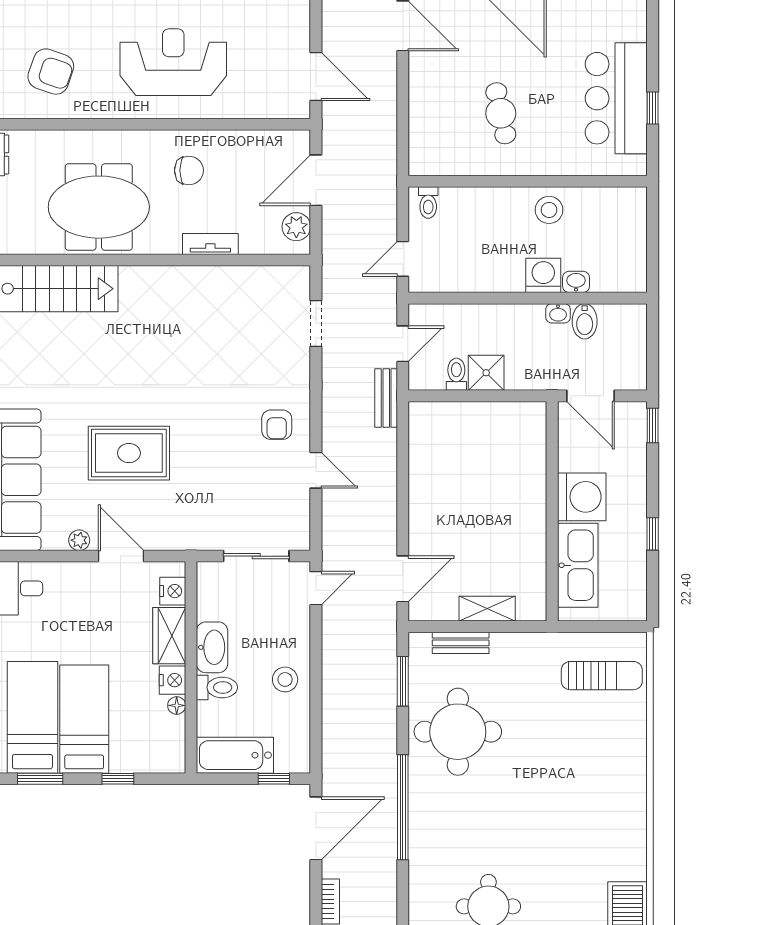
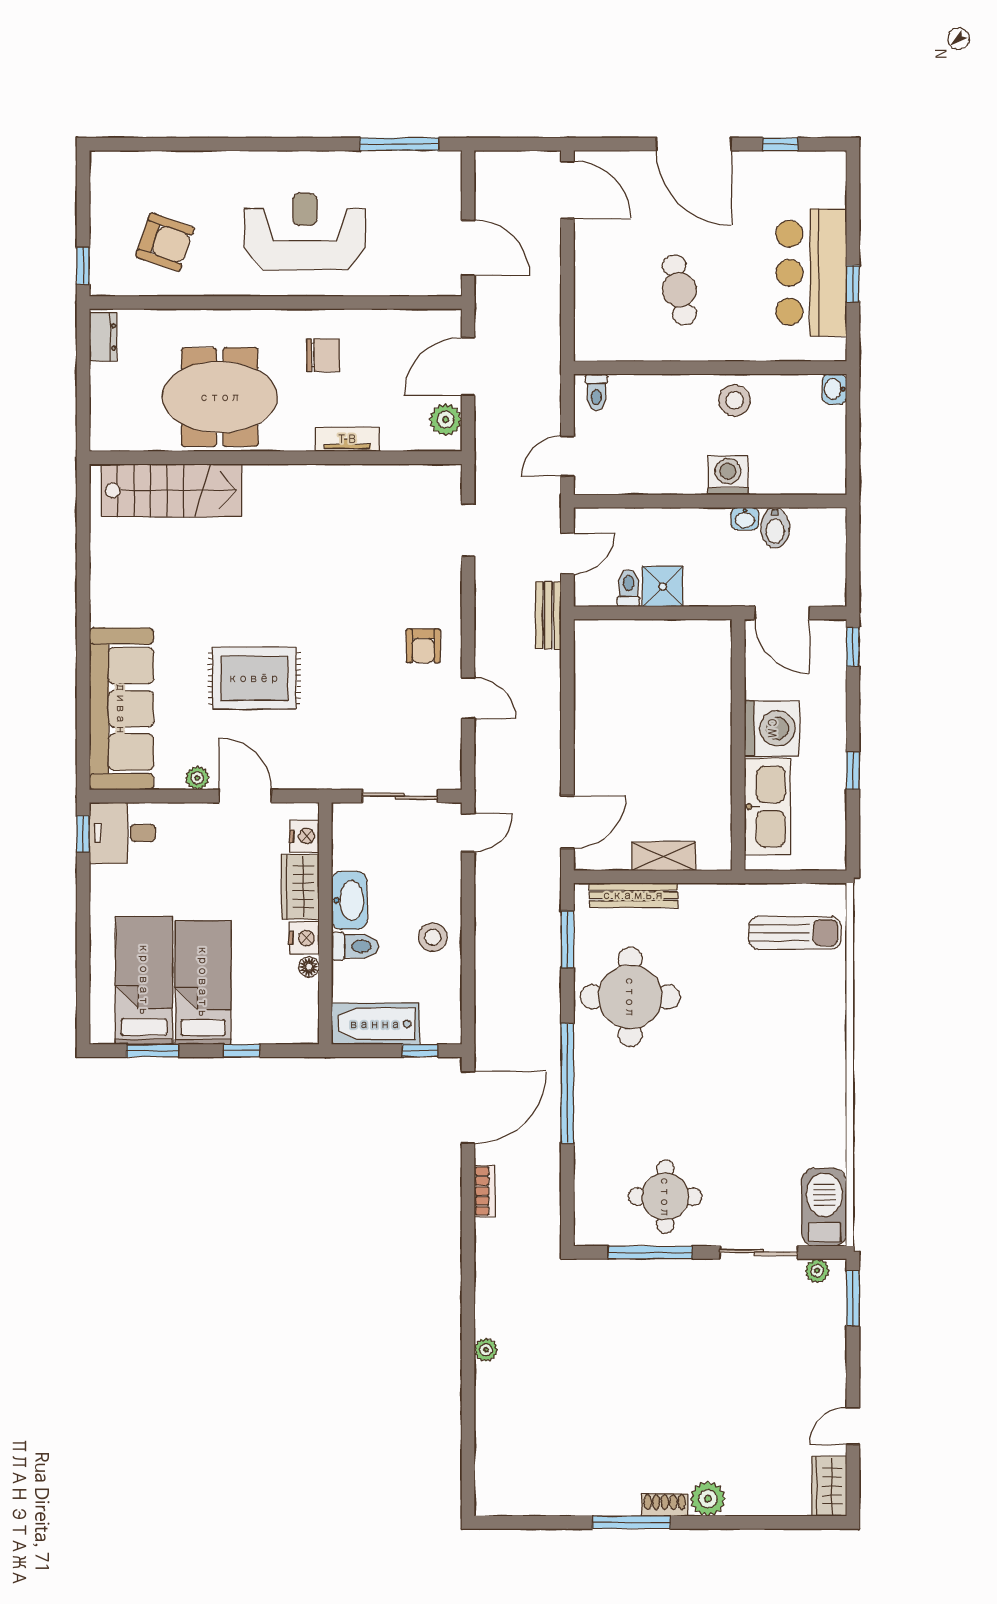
washbasin: (576, 282) -> (834, 389), moved, turned -90
bench: (461, 643) -> (633, 895), width x1.36

